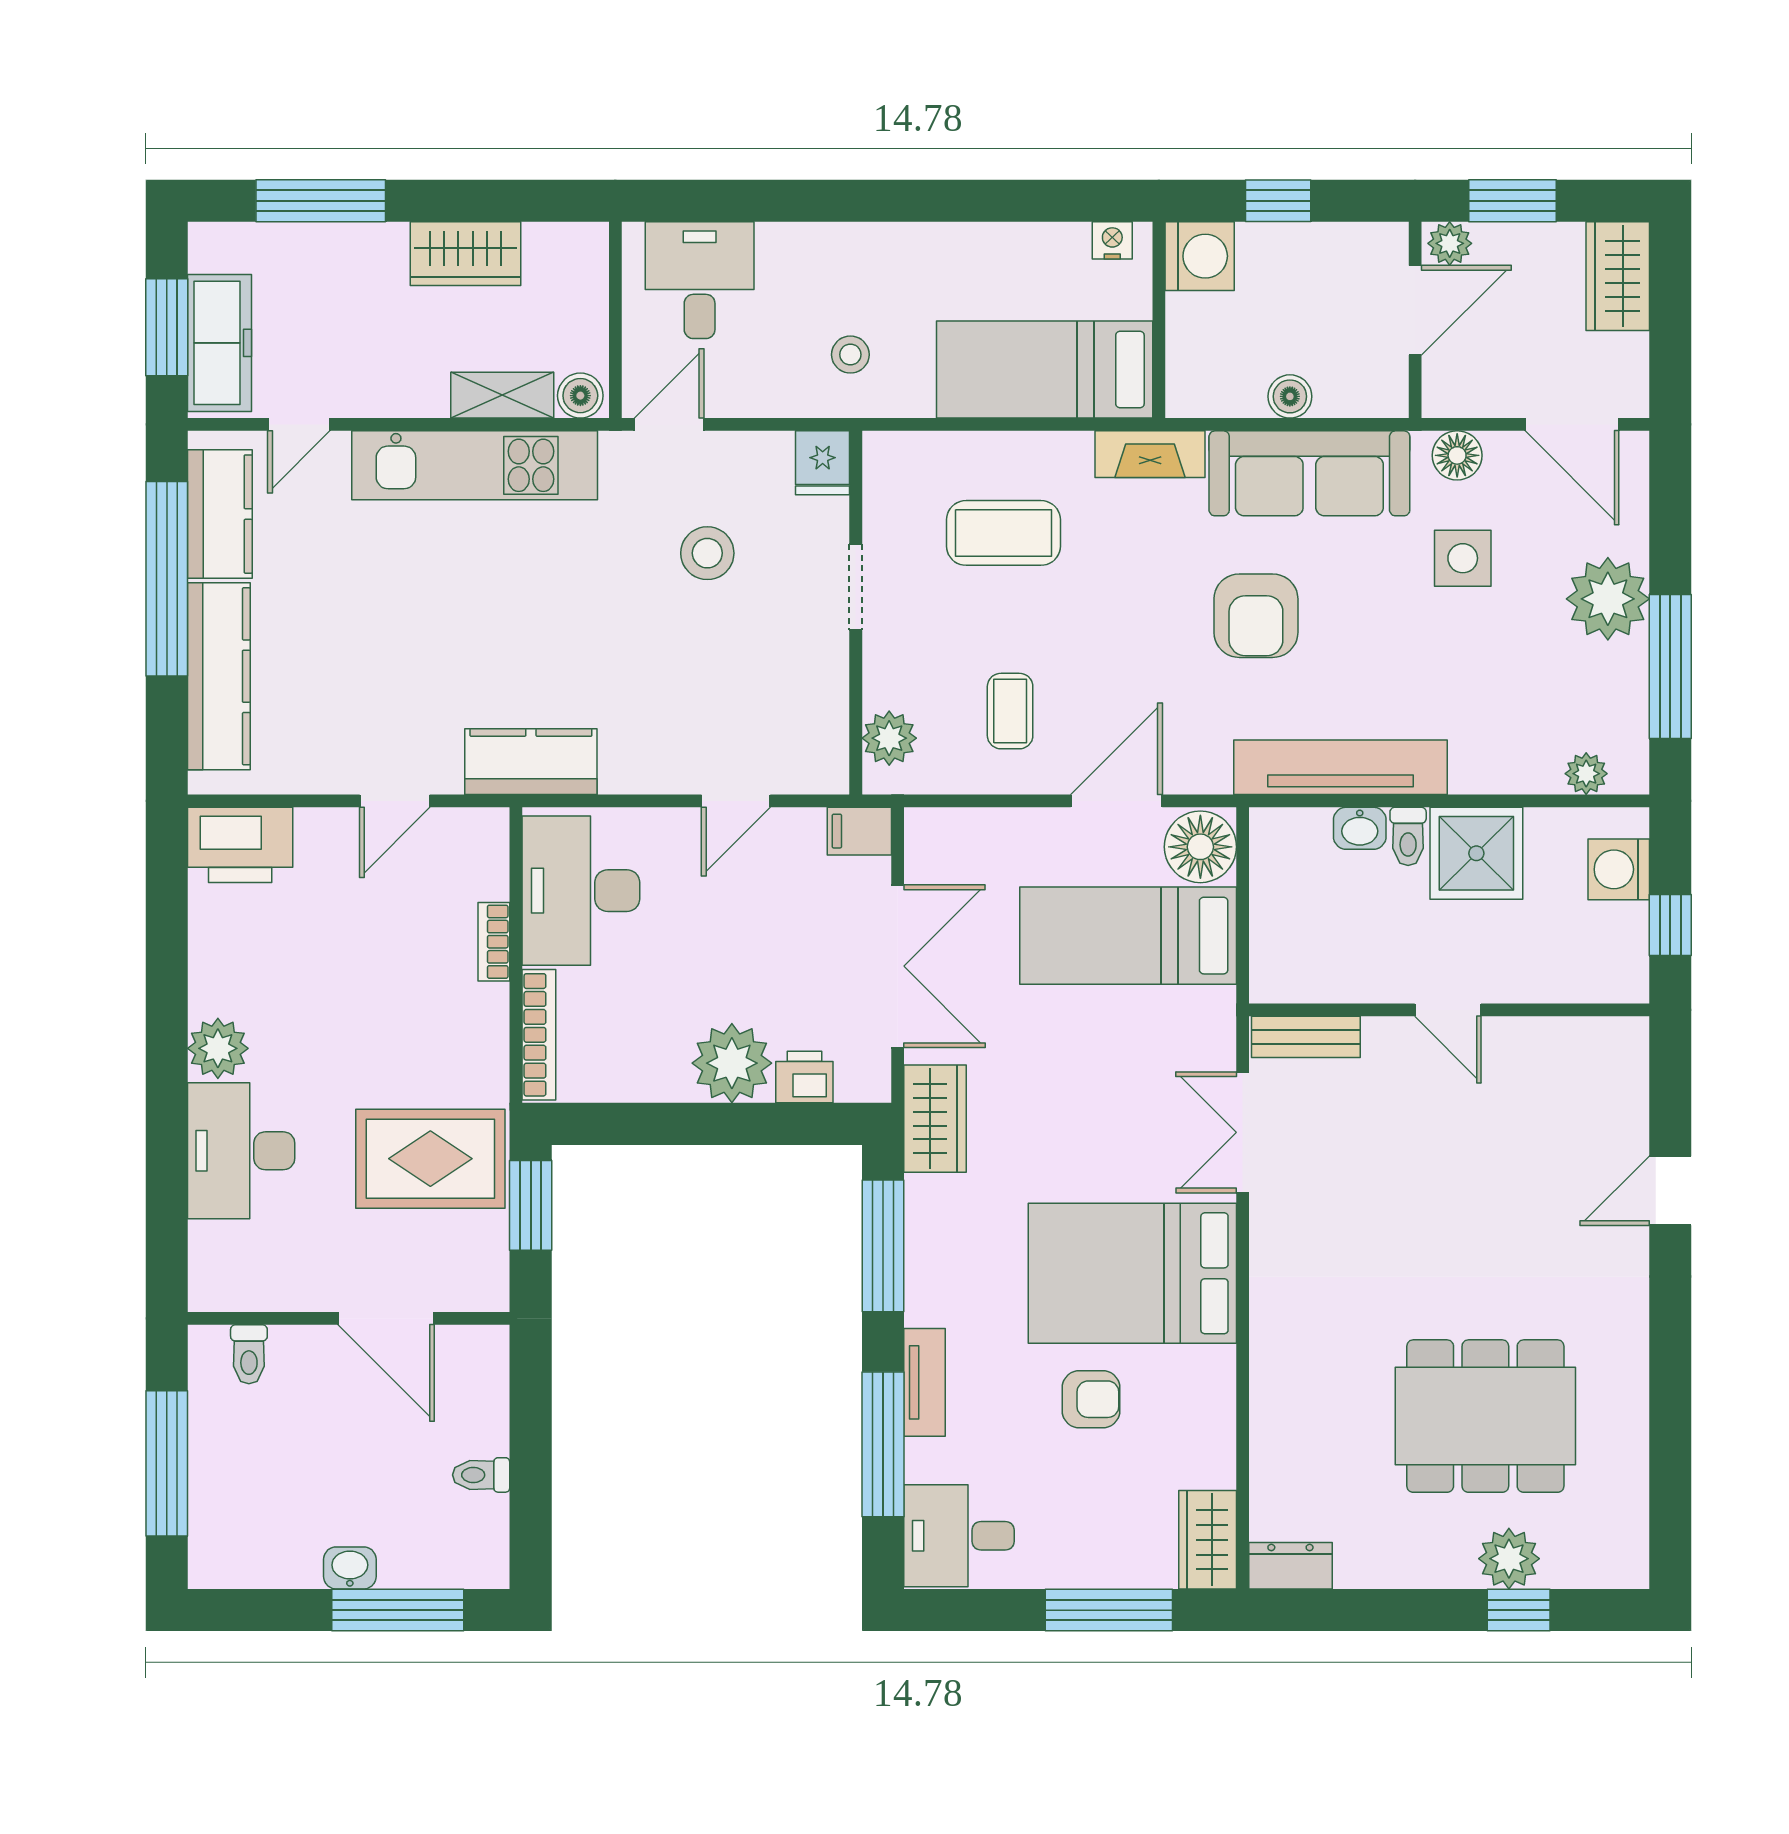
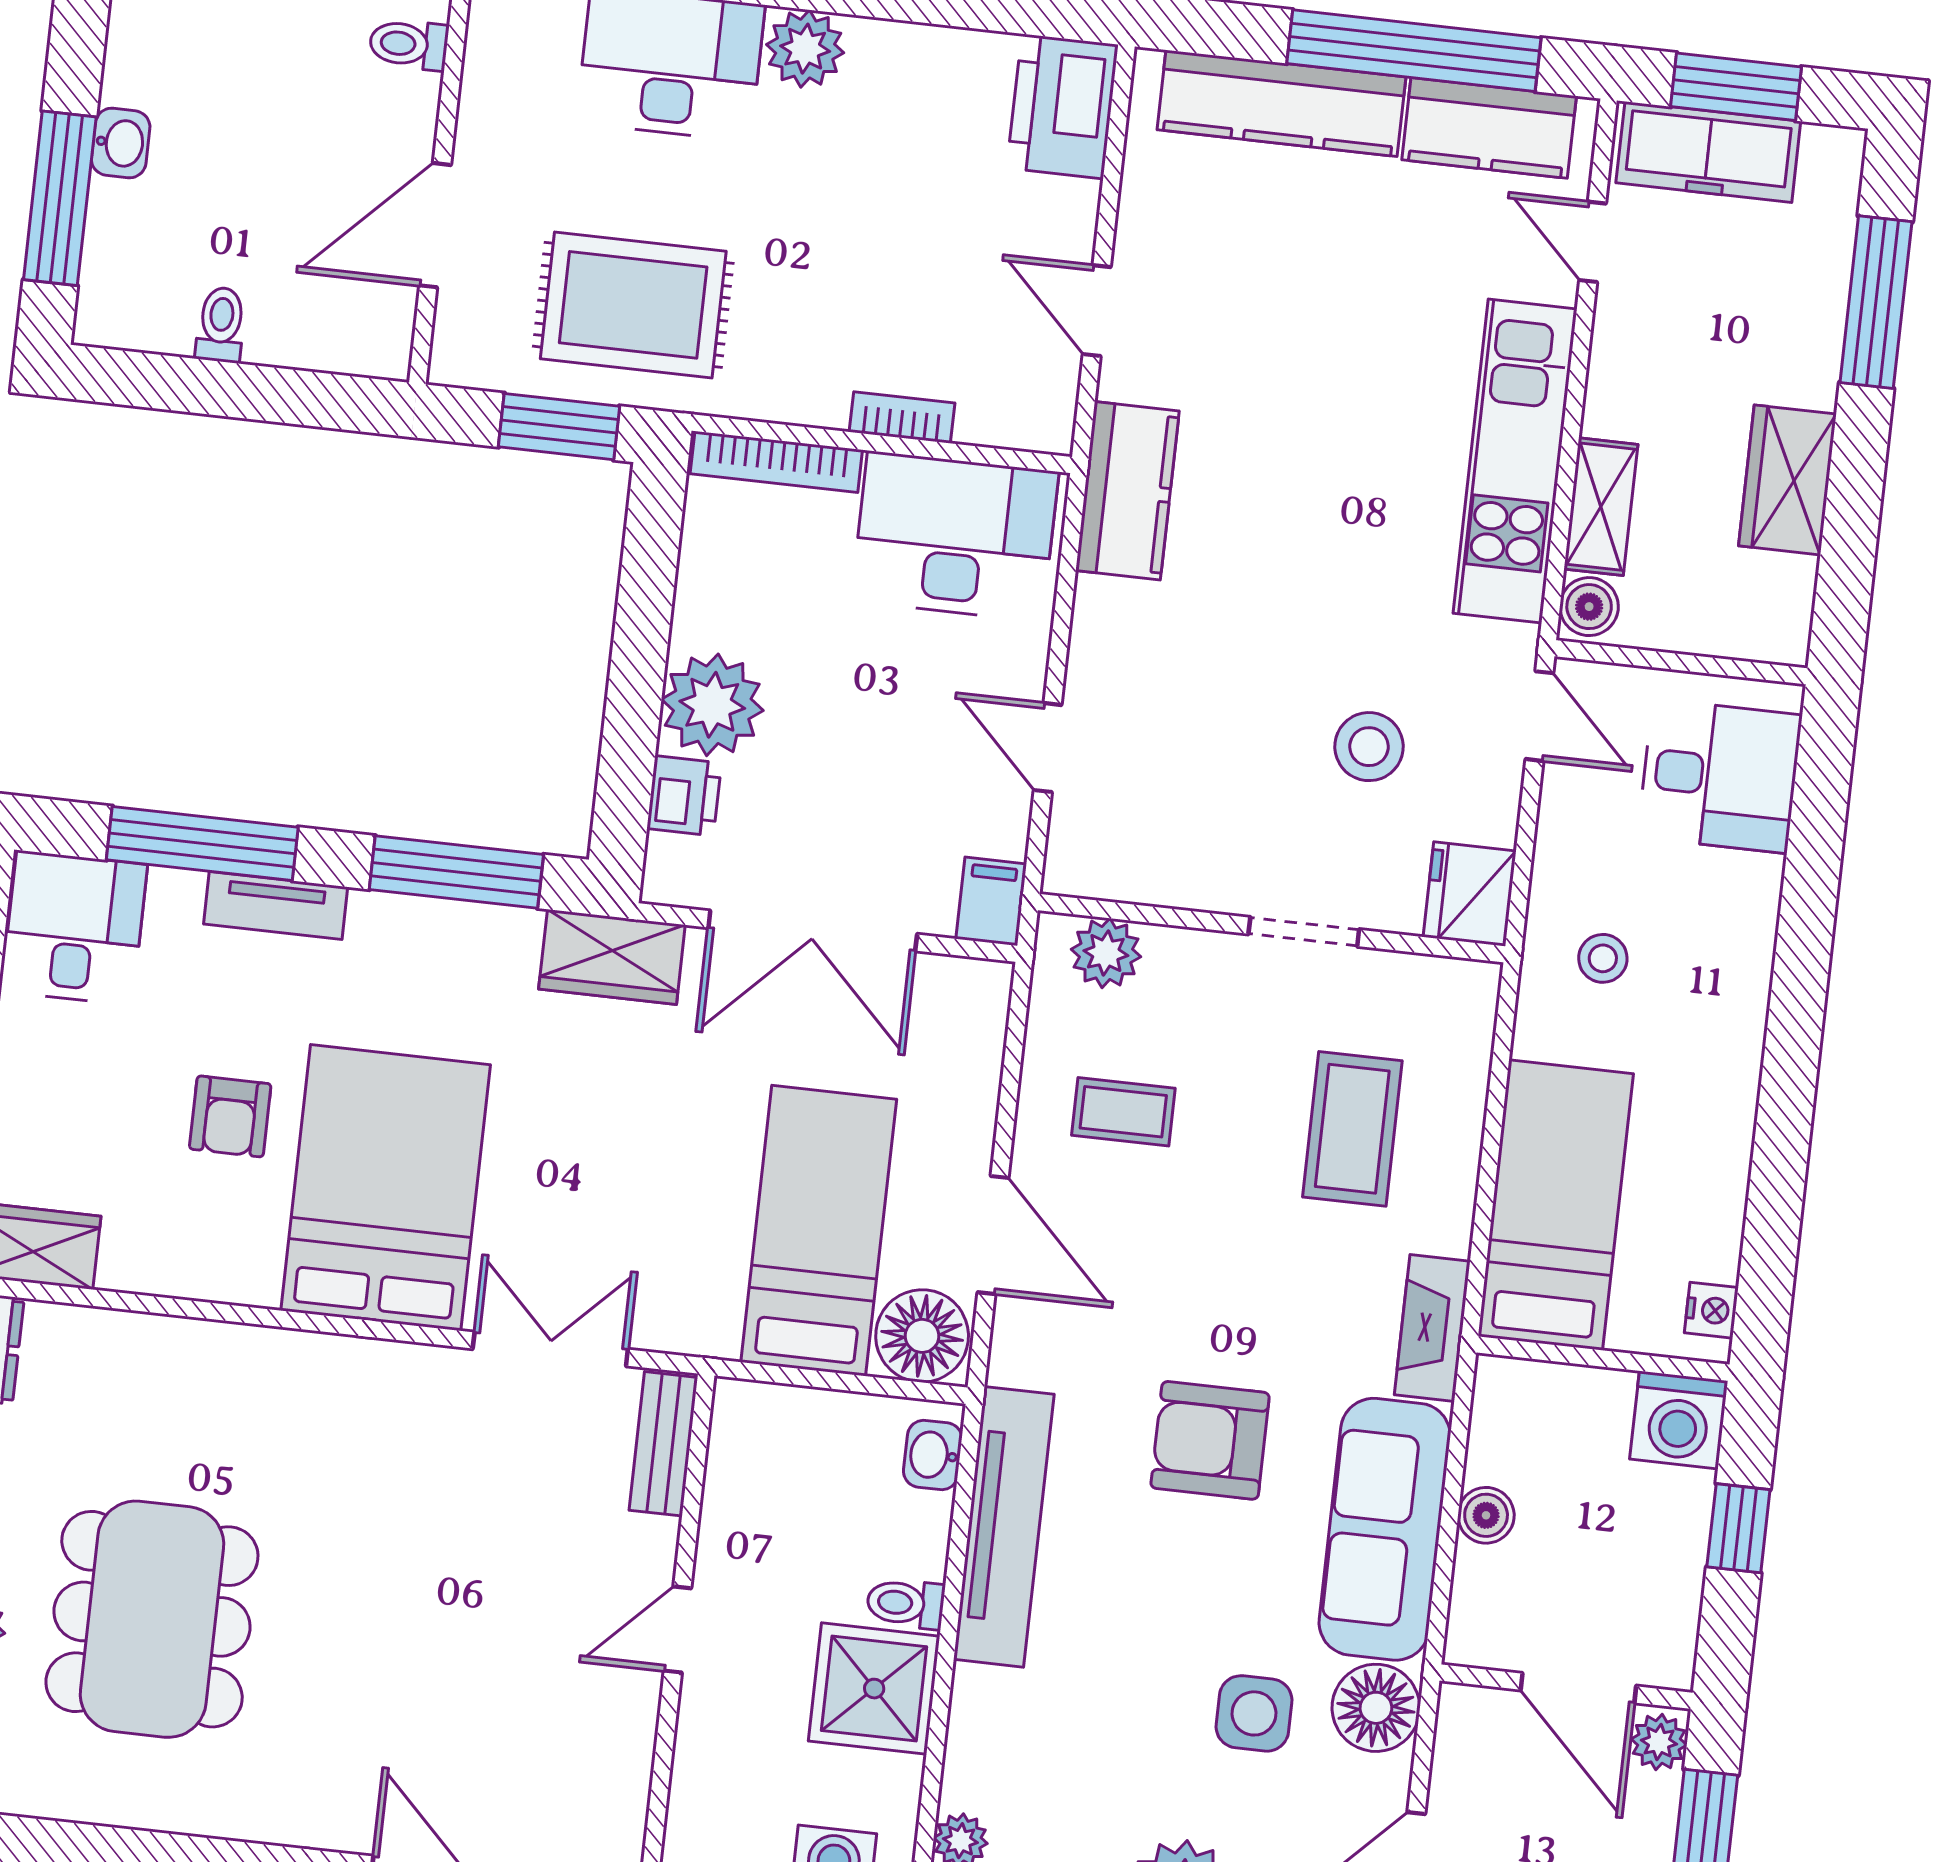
floor lamp: (1457, 455) -> (1376, 1708), width x1.38, depth x1.38
fridge: (823, 463) -> (1470, 894), width x1.38
washbasin: (1360, 828) -> (933, 1455), moved
rug: (430, 1159) -> (633, 305), turned 90

